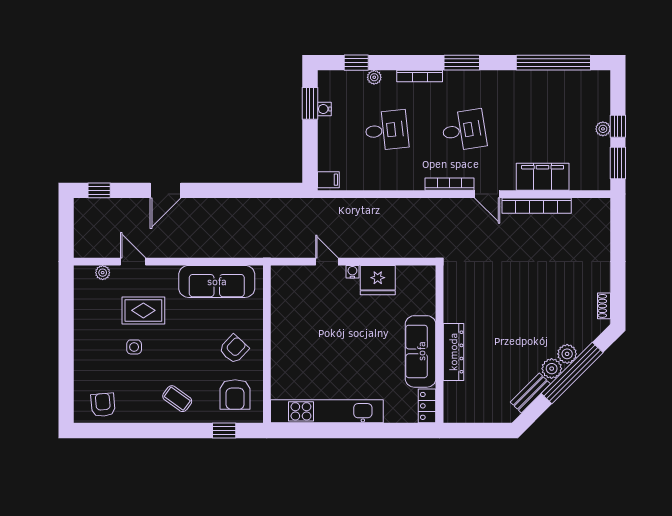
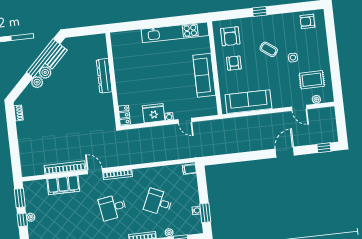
desk: (387, 130) -> (158, 202), turned 30
rug: (143, 310) -> (312, 80), moved
armchair: (234, 349) -> (234, 63), turned 137
sofa: (421, 351) -> (204, 75), moved, turned 180
window: (572, 373) -> (43, 58), moved
armchair: (235, 395) -> (230, 36), turned 180
coffee table: (177, 399) -> (269, 49), moved
armchair: (103, 405) -> (307, 21), turned 95
locker: (427, 406) -> (124, 115), moved
window: (224, 430) -> (260, 11), moved

